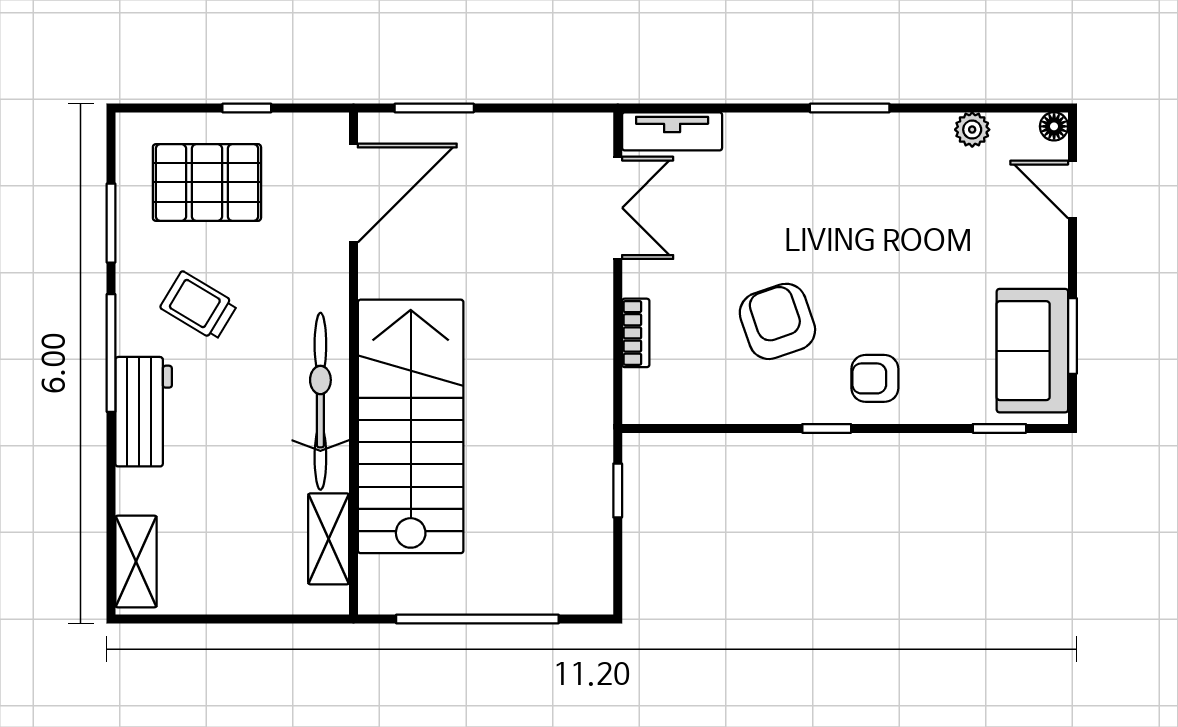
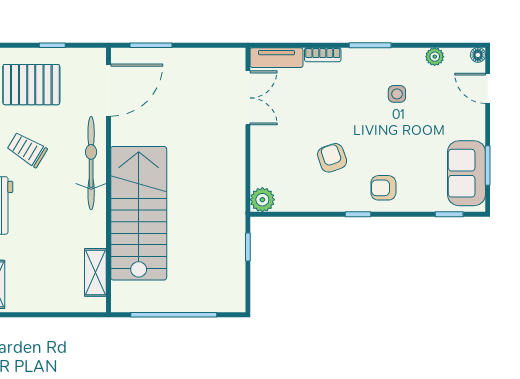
side table: (901, 200) -> (397, 94), added
armchair: (777, 321) -> (332, 158), width x0.72, depth x0.72
bookcase: (636, 333) -> (323, 55), moved, turned 90
bicycle: (320, 401) -> (91, 163), moved
plant: (645, 401) -> (262, 200), added

